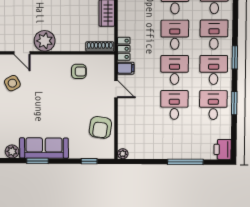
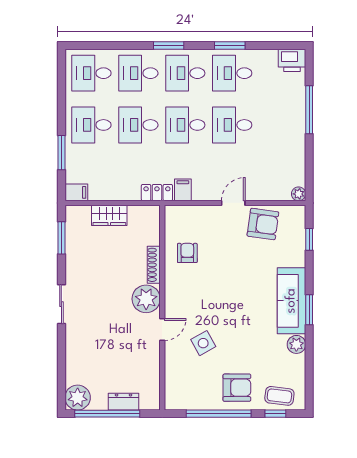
shoe rack: (100, 46) -> (154, 265), moved
door: (116, 89) -> (233, 203), moved

